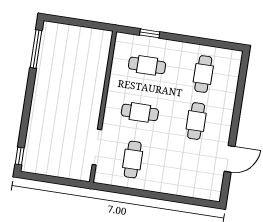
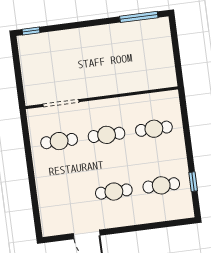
window: (150, 33) -> (193, 182), moved
cafe table: (147, 65) -> (154, 129), turned 90
cafe table: (140, 112) -> (107, 135), turned 90

